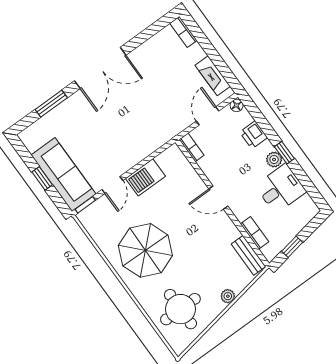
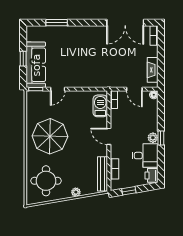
double door: (100, 68) -> (125, 23), moved
door: (208, 116) -> (134, 89), swing flipped
printer: (254, 135) -> (152, 175), moved
barbecue: (145, 177) -> (100, 106), moved, turned 90
bench: (248, 255) -> (103, 174), width x1.36

